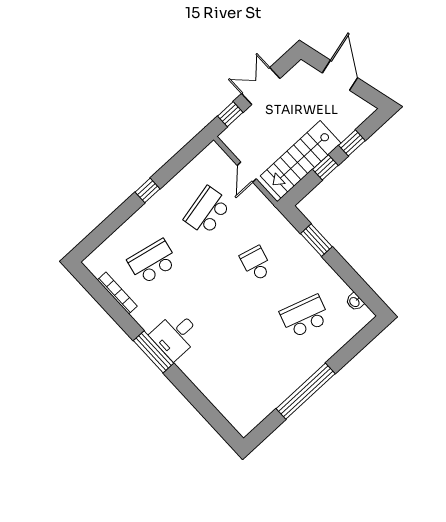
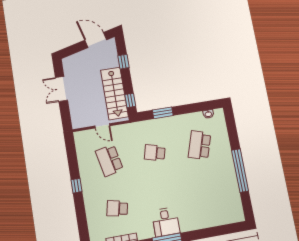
door: (340, 75) -> (96, 40), moved
window: (230, 114) -> (65, 115), removed
window: (325, 167) -> (130, 100), moved
school desk: (152, 262) -> (117, 208), width x0.54

